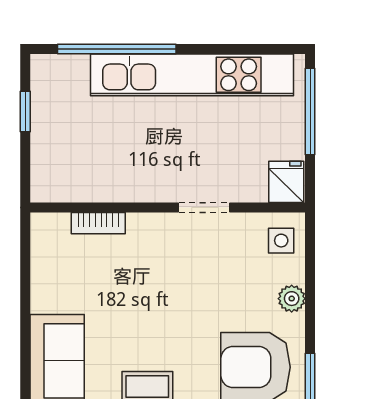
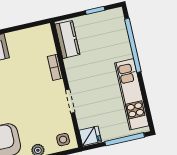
kitchen unit: (192, 75) -> (132, 94), width x0.73
kitchen counter: (73, 184) -> (67, 39), added
bookcase: (98, 223) -> (55, 67), moved

